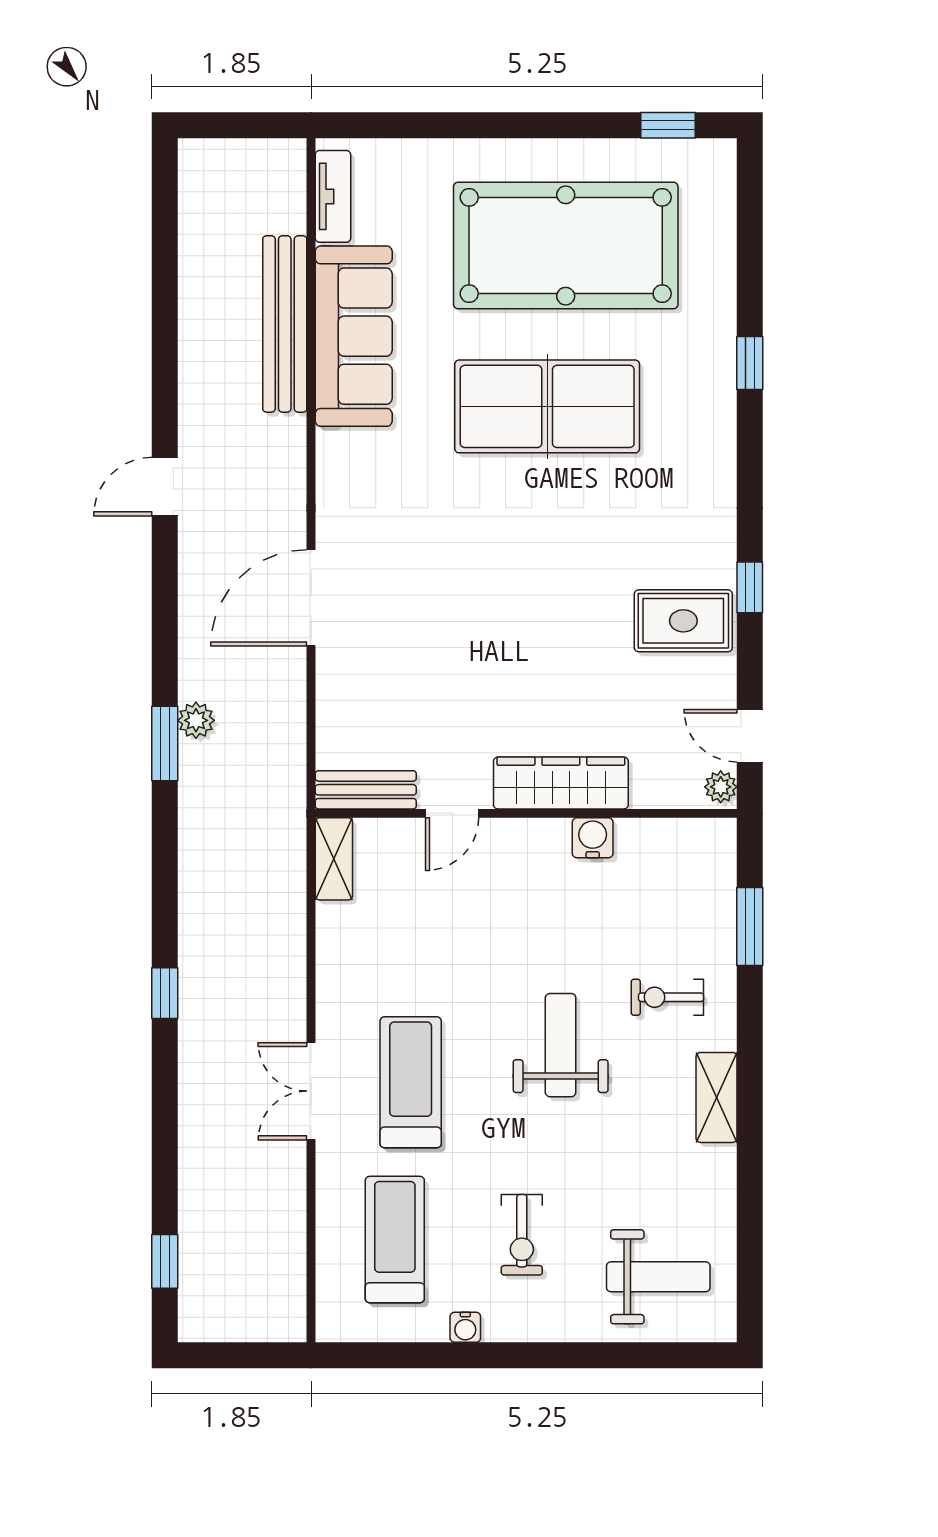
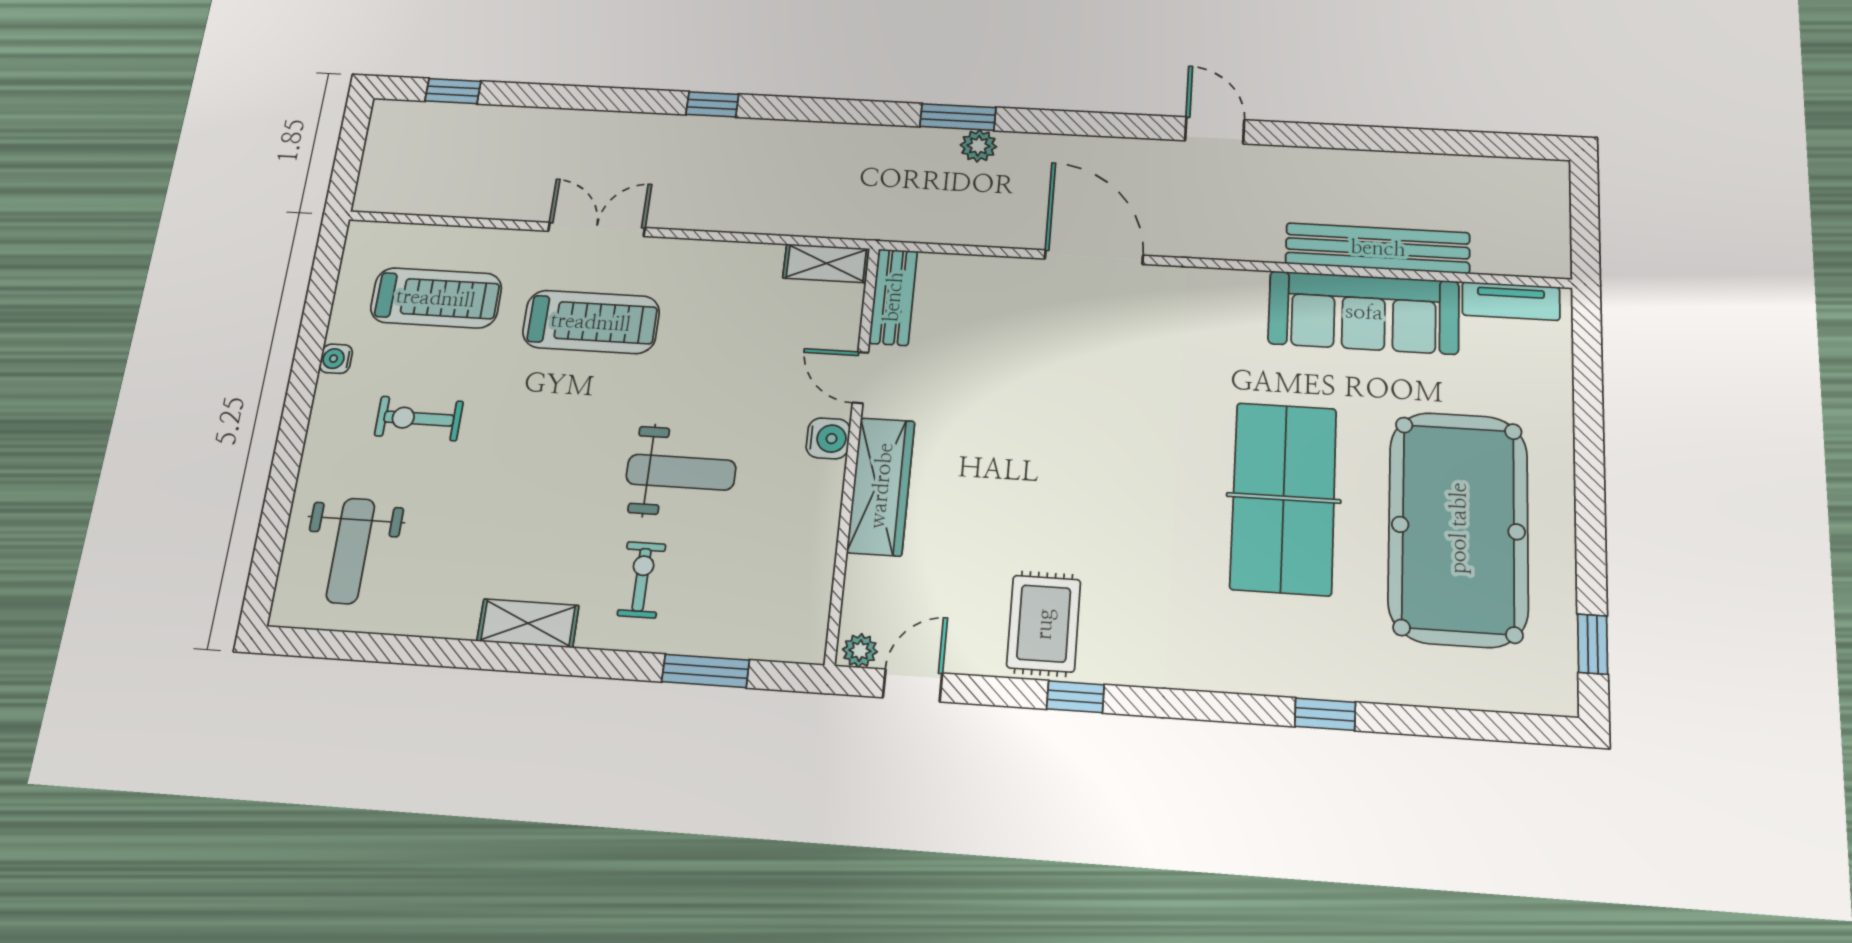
water cooler: (593, 838) -> (828, 438), moved
weight bench: (561, 1045) -> (681, 472), moved

